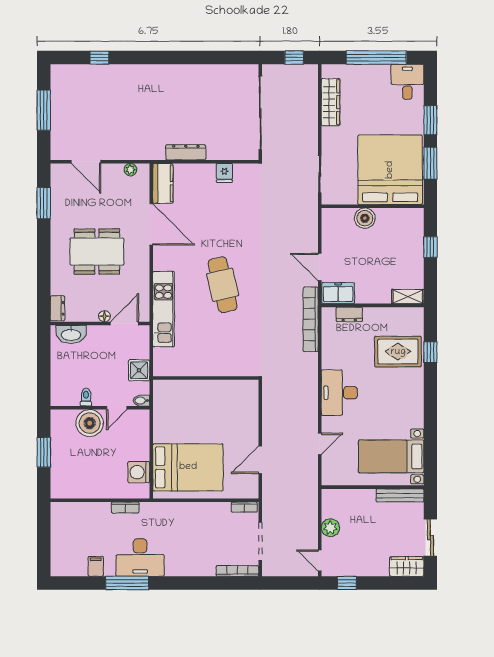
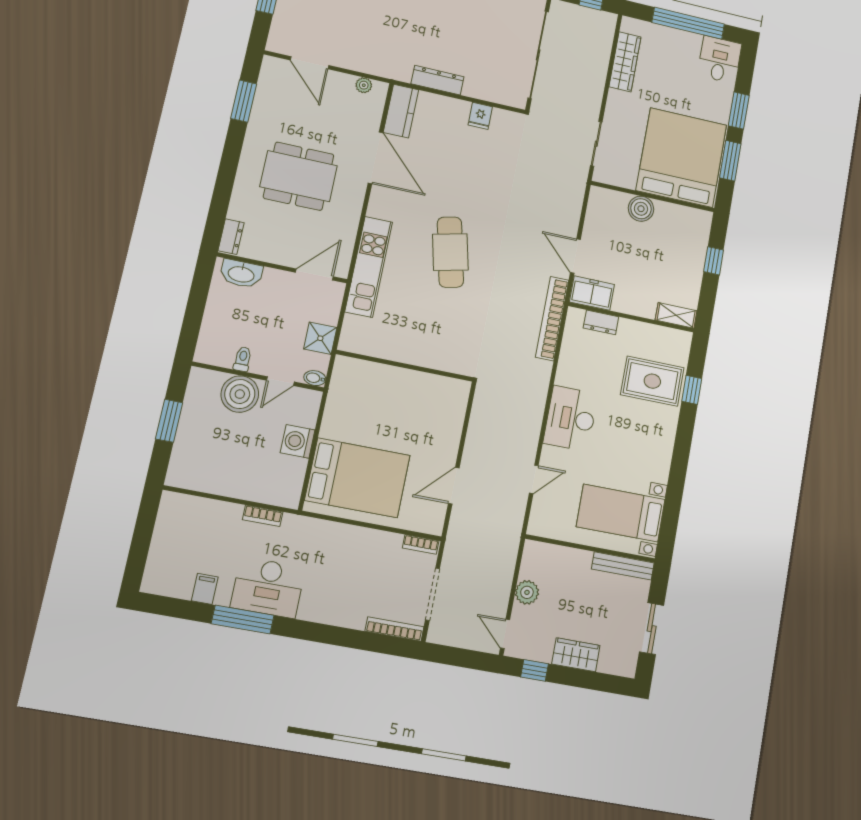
floor lamp: (104, 316) -> (290, 260), removed
washing machine: (139, 472) -> (298, 441), moved
wardrobe: (407, 566) -> (576, 655), moved

